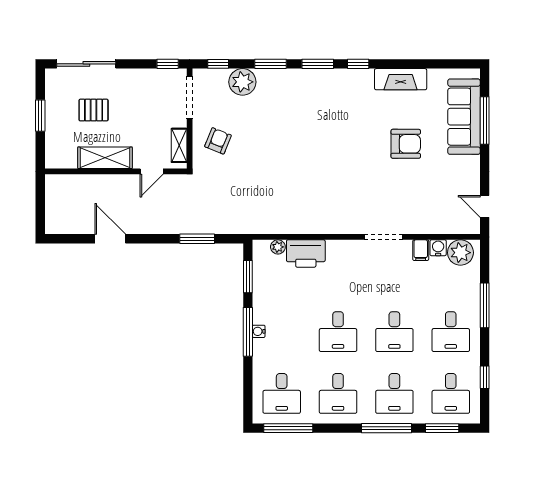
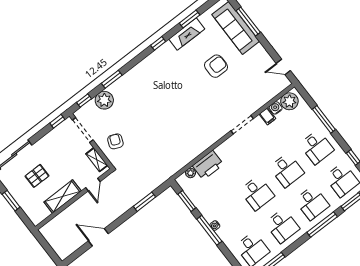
window: (318, 64) -> (190, 19), moved

